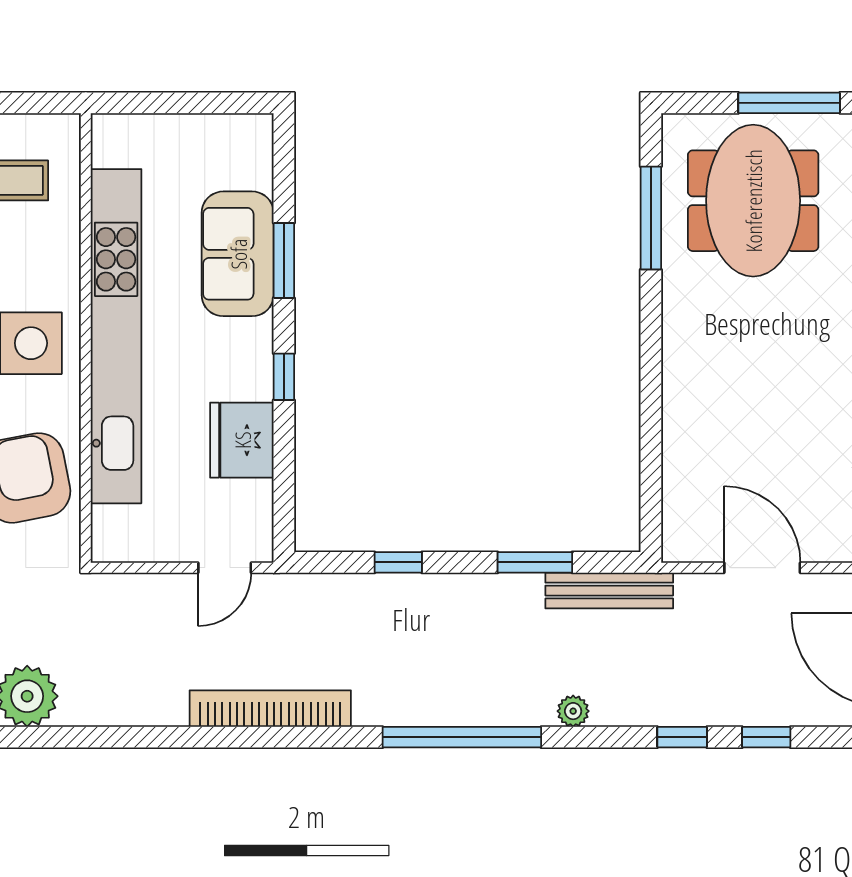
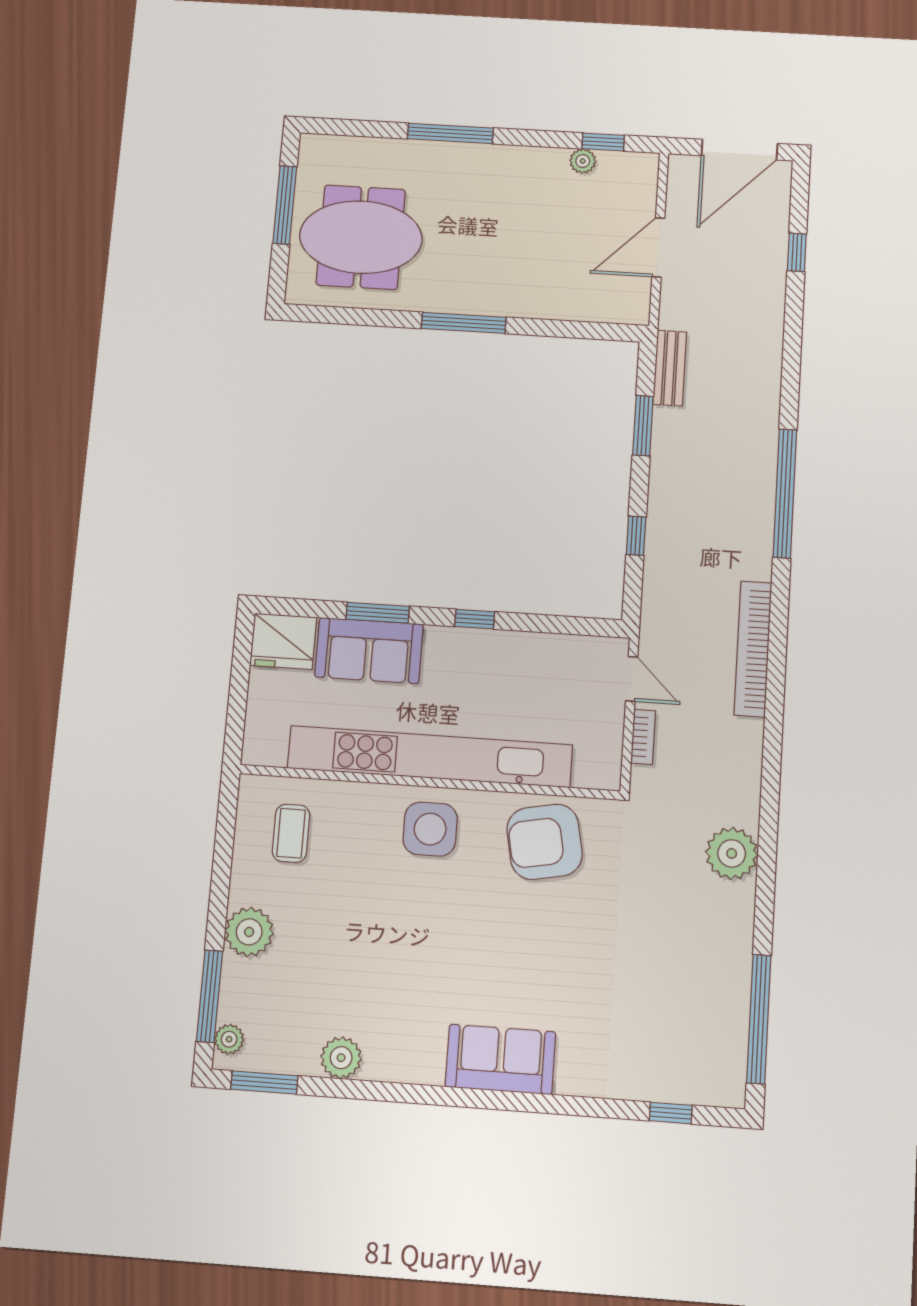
window: (651, 218) -> (464, 323), moved
fridge: (242, 440) -> (283, 641), moved
bookcase: (156, 585) -> (643, 737), added
bench: (609, 591) -> (670, 368), width x0.73
plant: (573, 711) -> (768, 403), removed
window: (682, 737) -> (794, 318), removed

